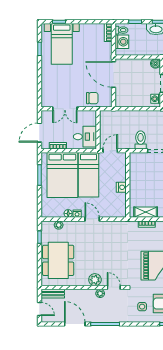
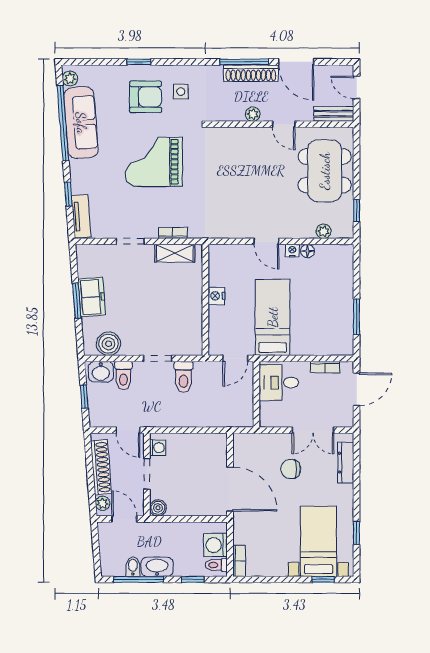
dresser: (46, 90) -> (346, 463), added
chair: (92, 98) -> (291, 469), moved
double door: (65, 109) -> (313, 430), swing flipped
bed: (62, 175) -> (317, 317), removed
plant: (95, 280) -> (262, 138), removed
door: (114, 288) -> (284, 124), moved
shoe rack: (101, 317) -> (251, 73), added

